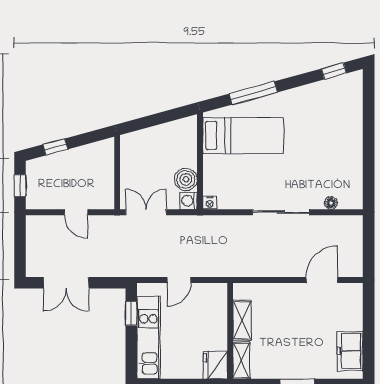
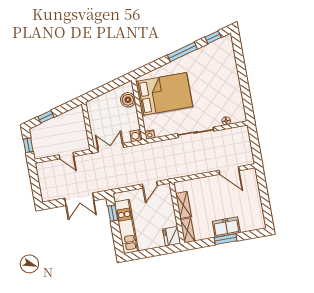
window: (253, 93) -> (182, 52), moved
bed: (243, 136) -> (164, 94), width x1.50
boiler: (186, 179) -> (128, 100), moved
door: (179, 280) -> (150, 185), moved
door: (322, 280) -> (229, 170), swing flipped
double door: (66, 283) -> (79, 199), moved
freezer: (350, 351) -> (226, 227), moved, turned 90

